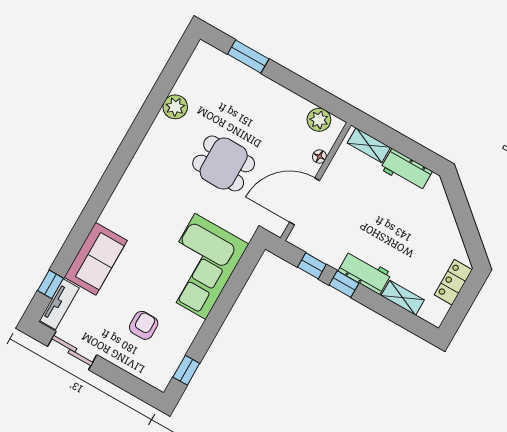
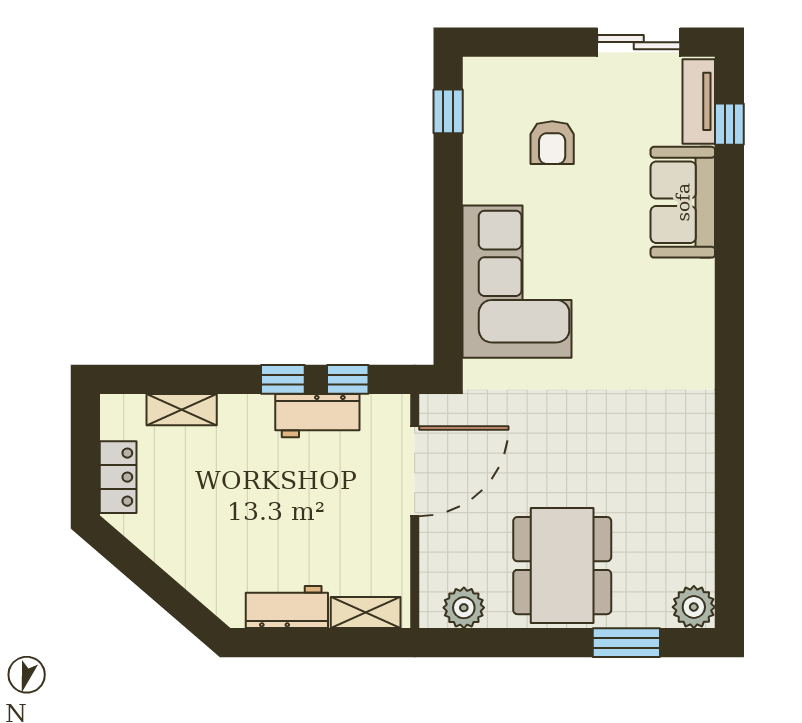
plant: (175, 107) -> (694, 607), moved
floor lamp: (319, 157) -> (431, 552), removed
dining table: (224, 163) -> (562, 566), moved, width x1.38
workbench: (365, 272) -> (317, 416), moved

